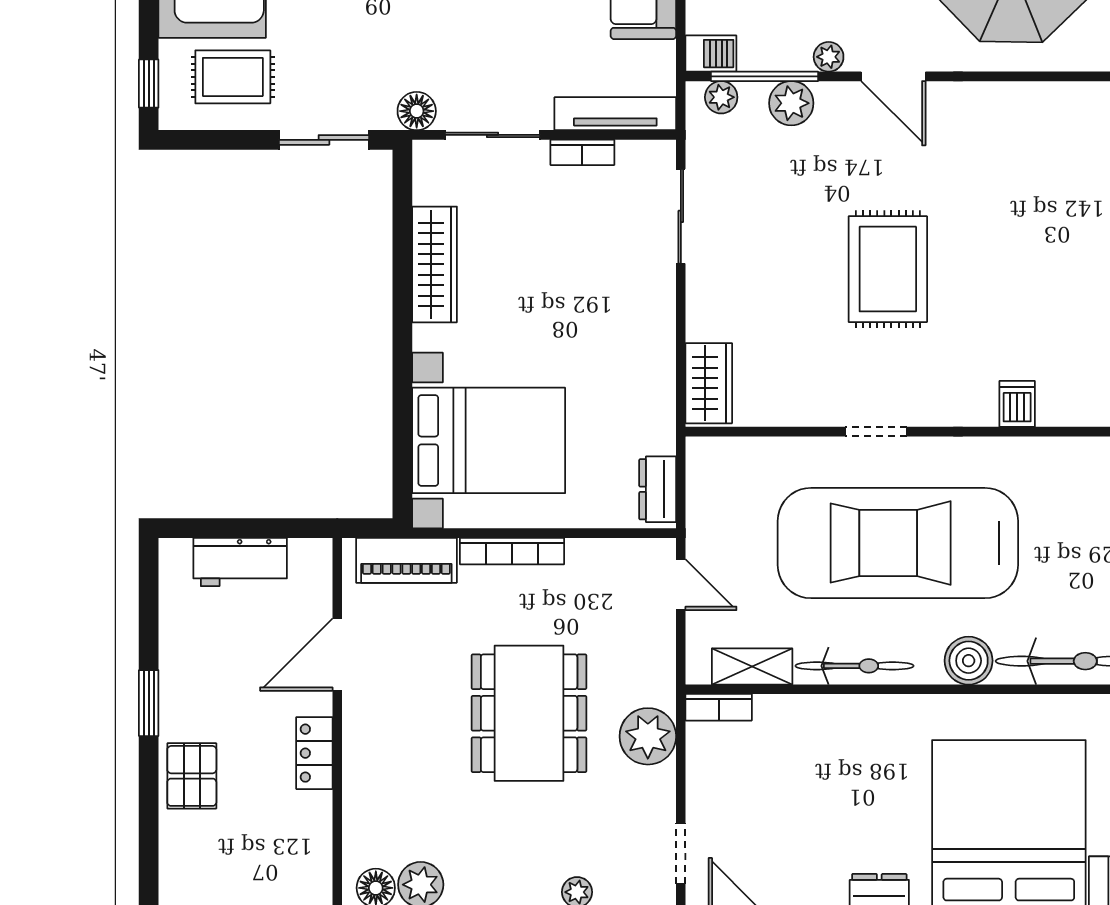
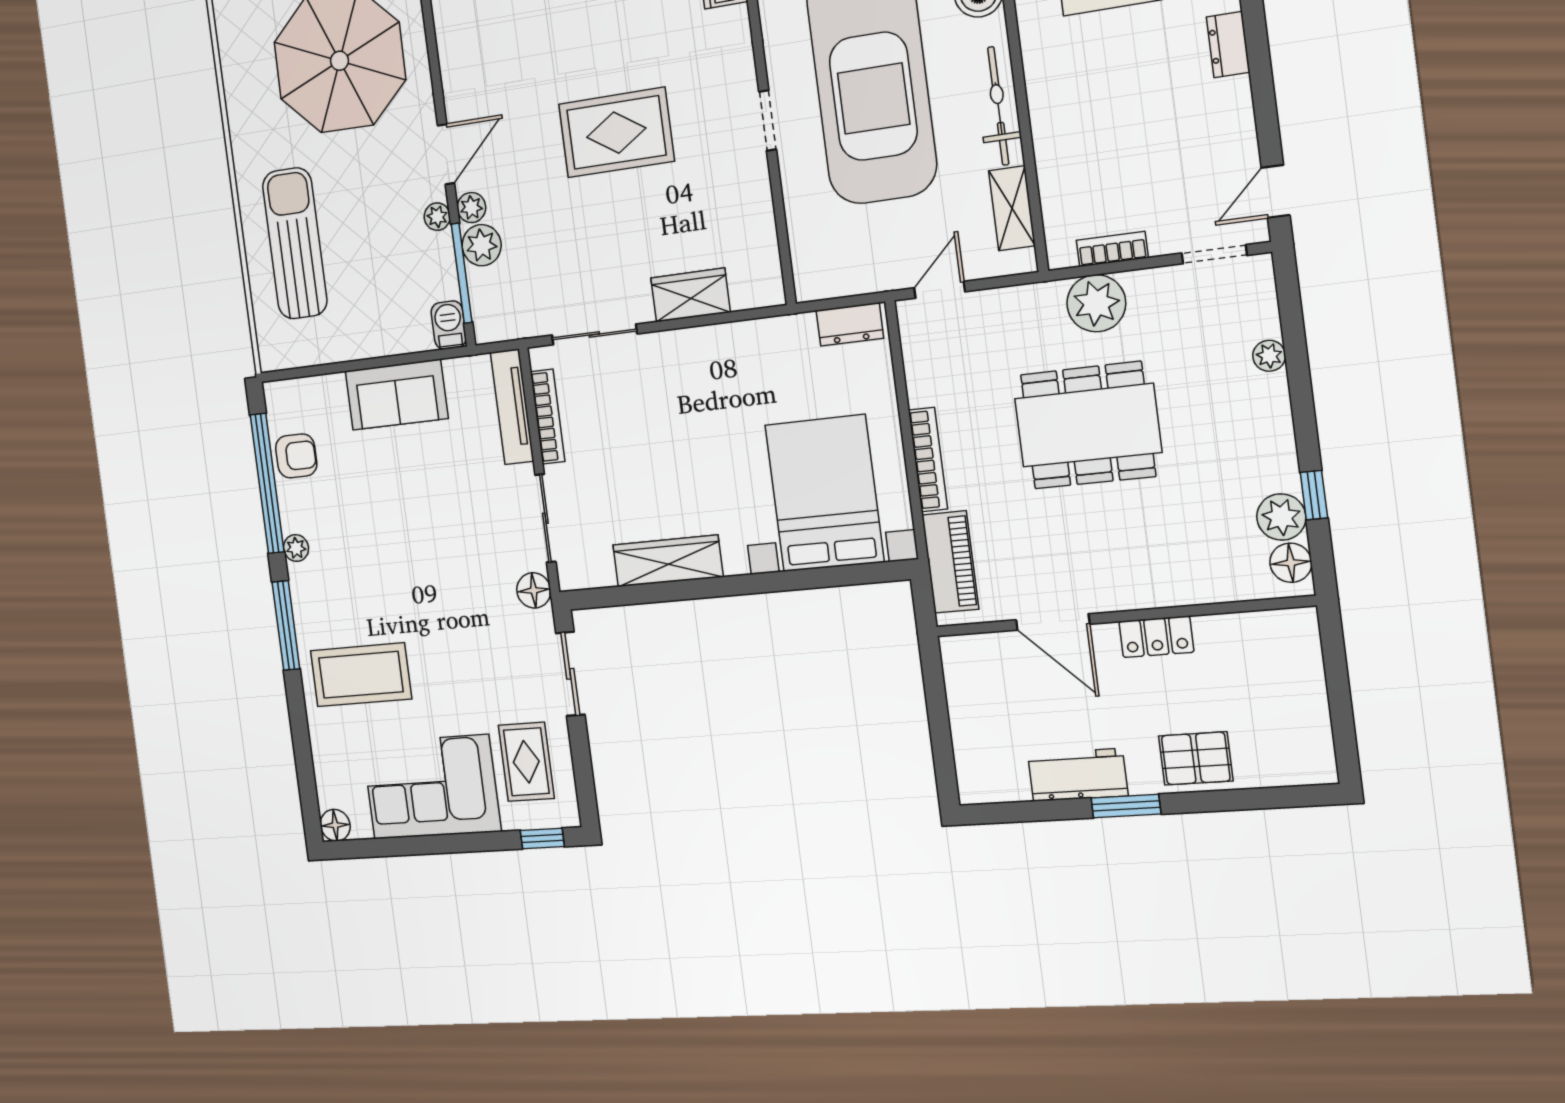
plant: (721, 97) -> (471, 208), moved
bookcase: (582, 152) -> (548, 417), width x1.56
wardrobe: (709, 383) -> (690, 295), moved
workbench: (240, 562) -> (1078, 775), moved, turned -90
bookcase: (719, 707) -> (1112, 249), moved, turned -90

